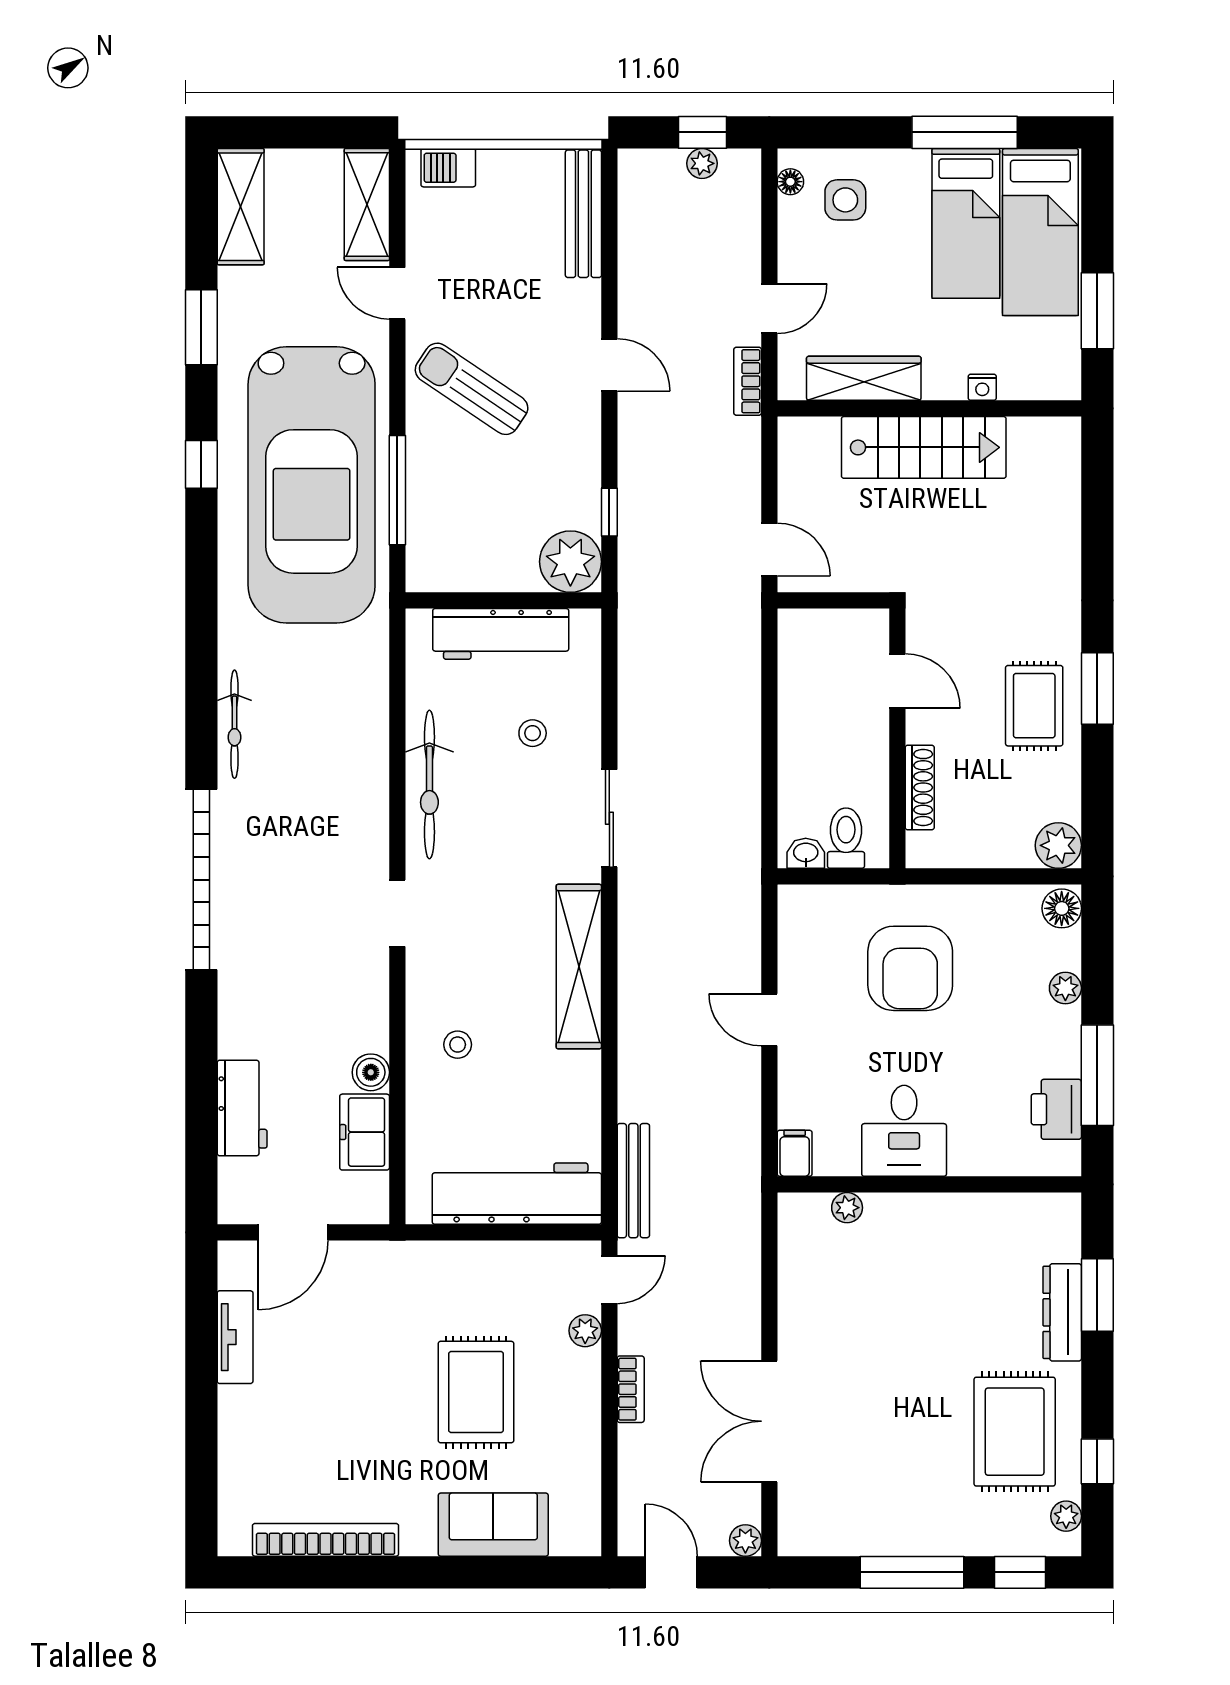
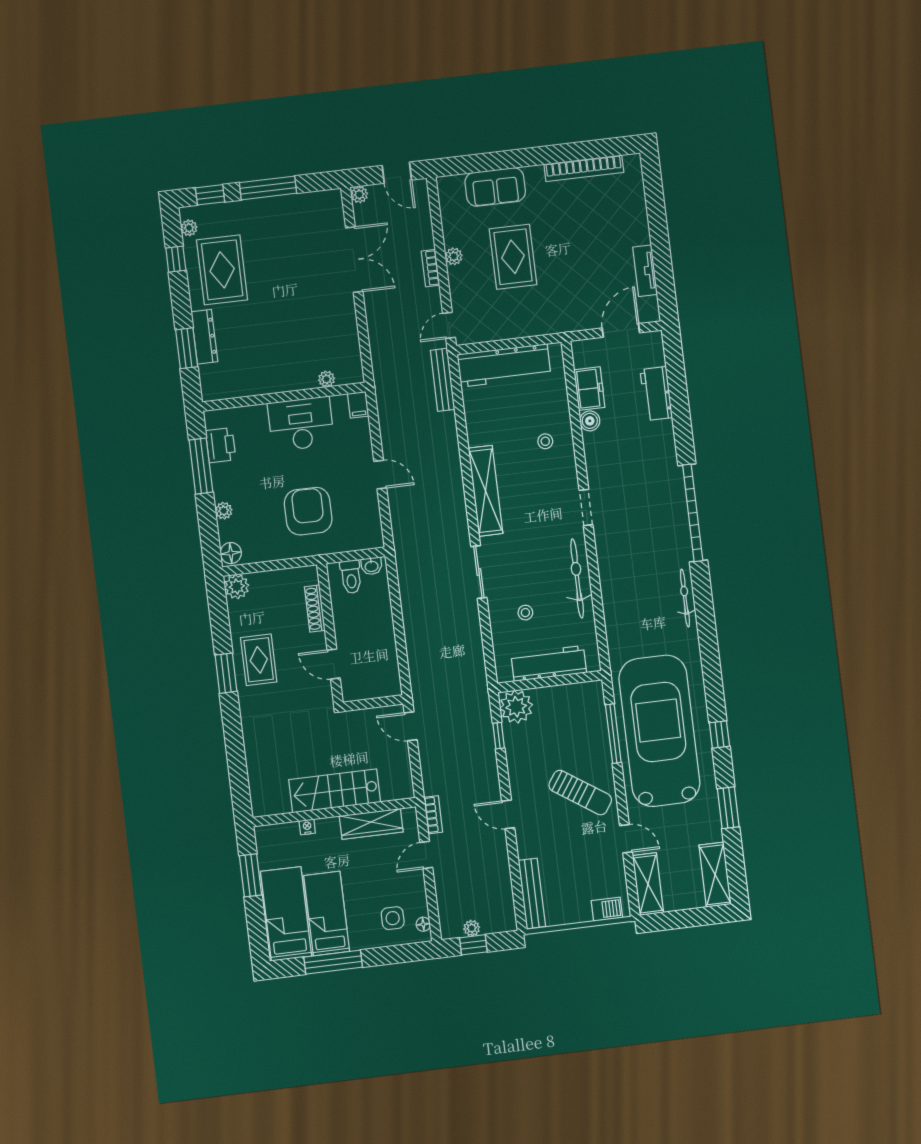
desk: (904, 1131) -> (301, 424), width x1.37
plant: (585, 1331) -> (454, 256), moved

